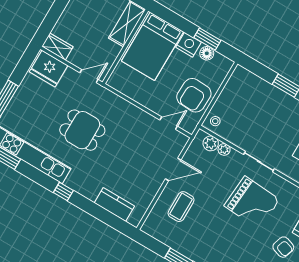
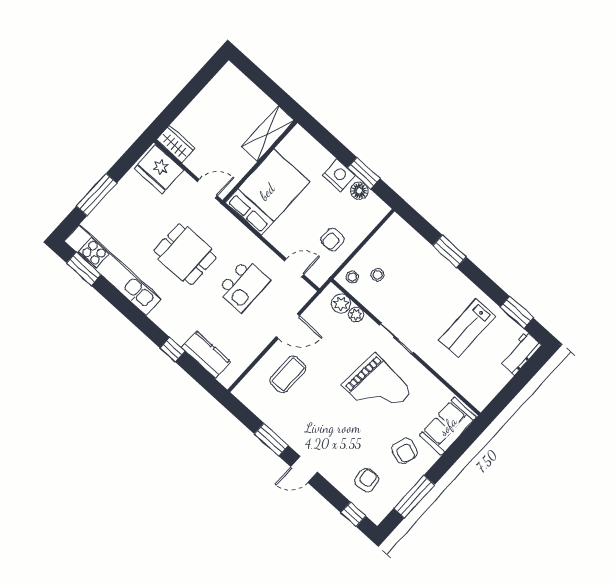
bed: (152, 46) -> (267, 192), moved, turned 180
armchair: (194, 95) -> (332, 240), width x0.53, depth x0.53
stool: (234, 115) -> (378, 275), added
kitchen island: (132, 145) -> (243, 285), added
window: (63, 191) -> (172, 350), moved

